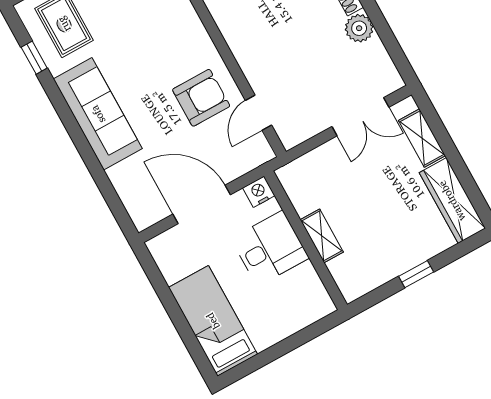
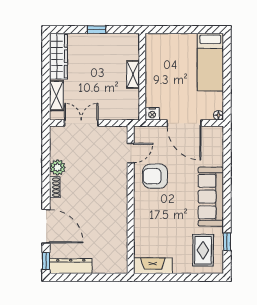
floor lamp: (155, 246) -> (218, 115), added
desk: (270, 248) -> (162, 83), removed

